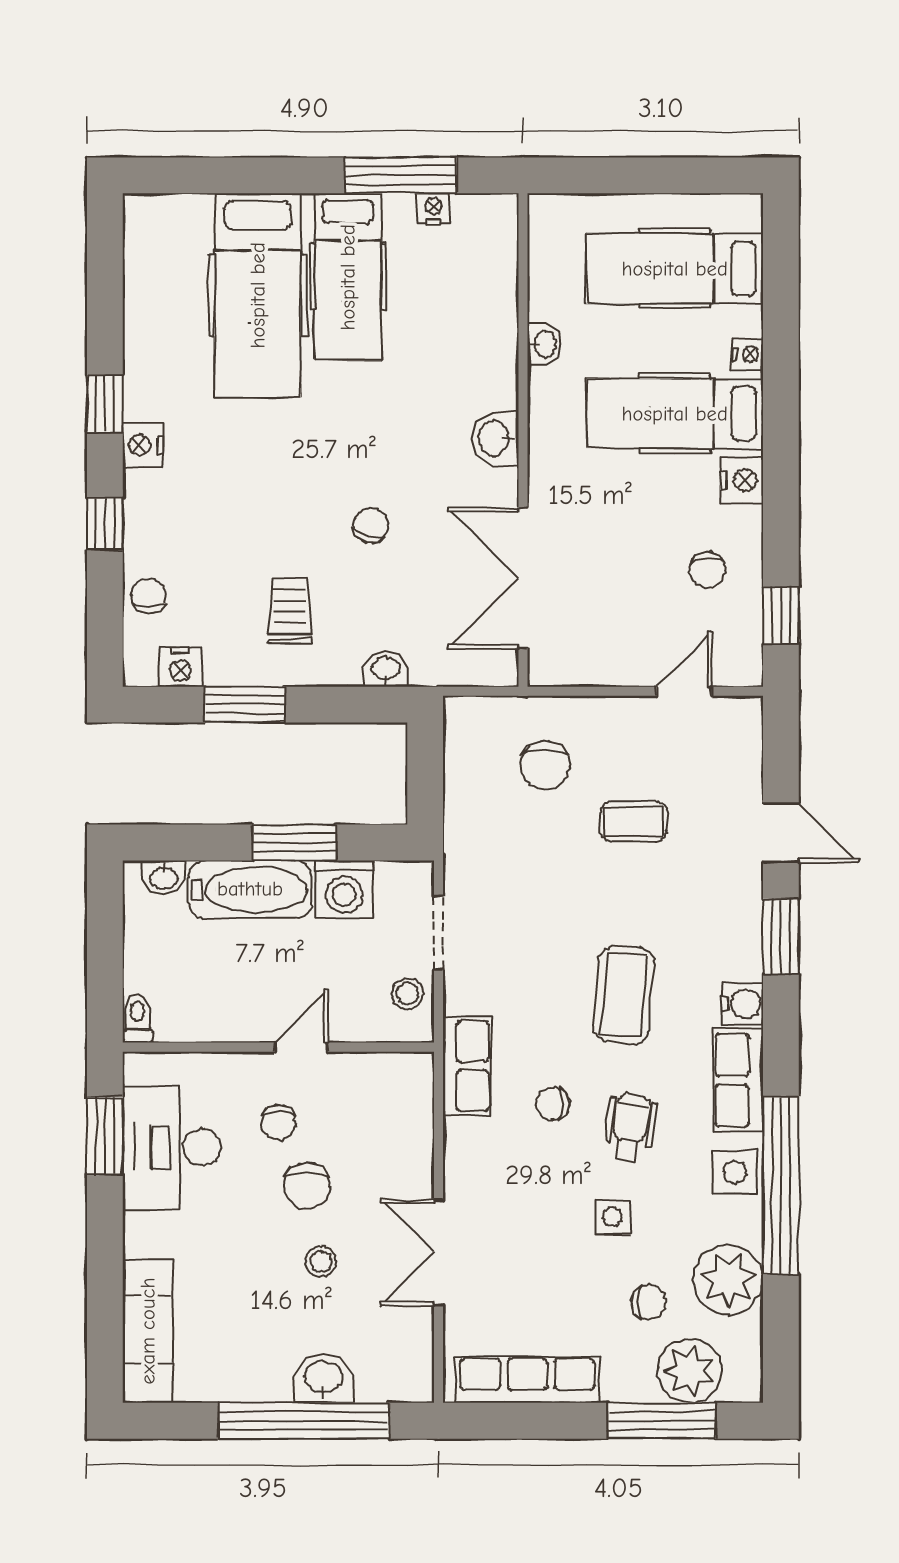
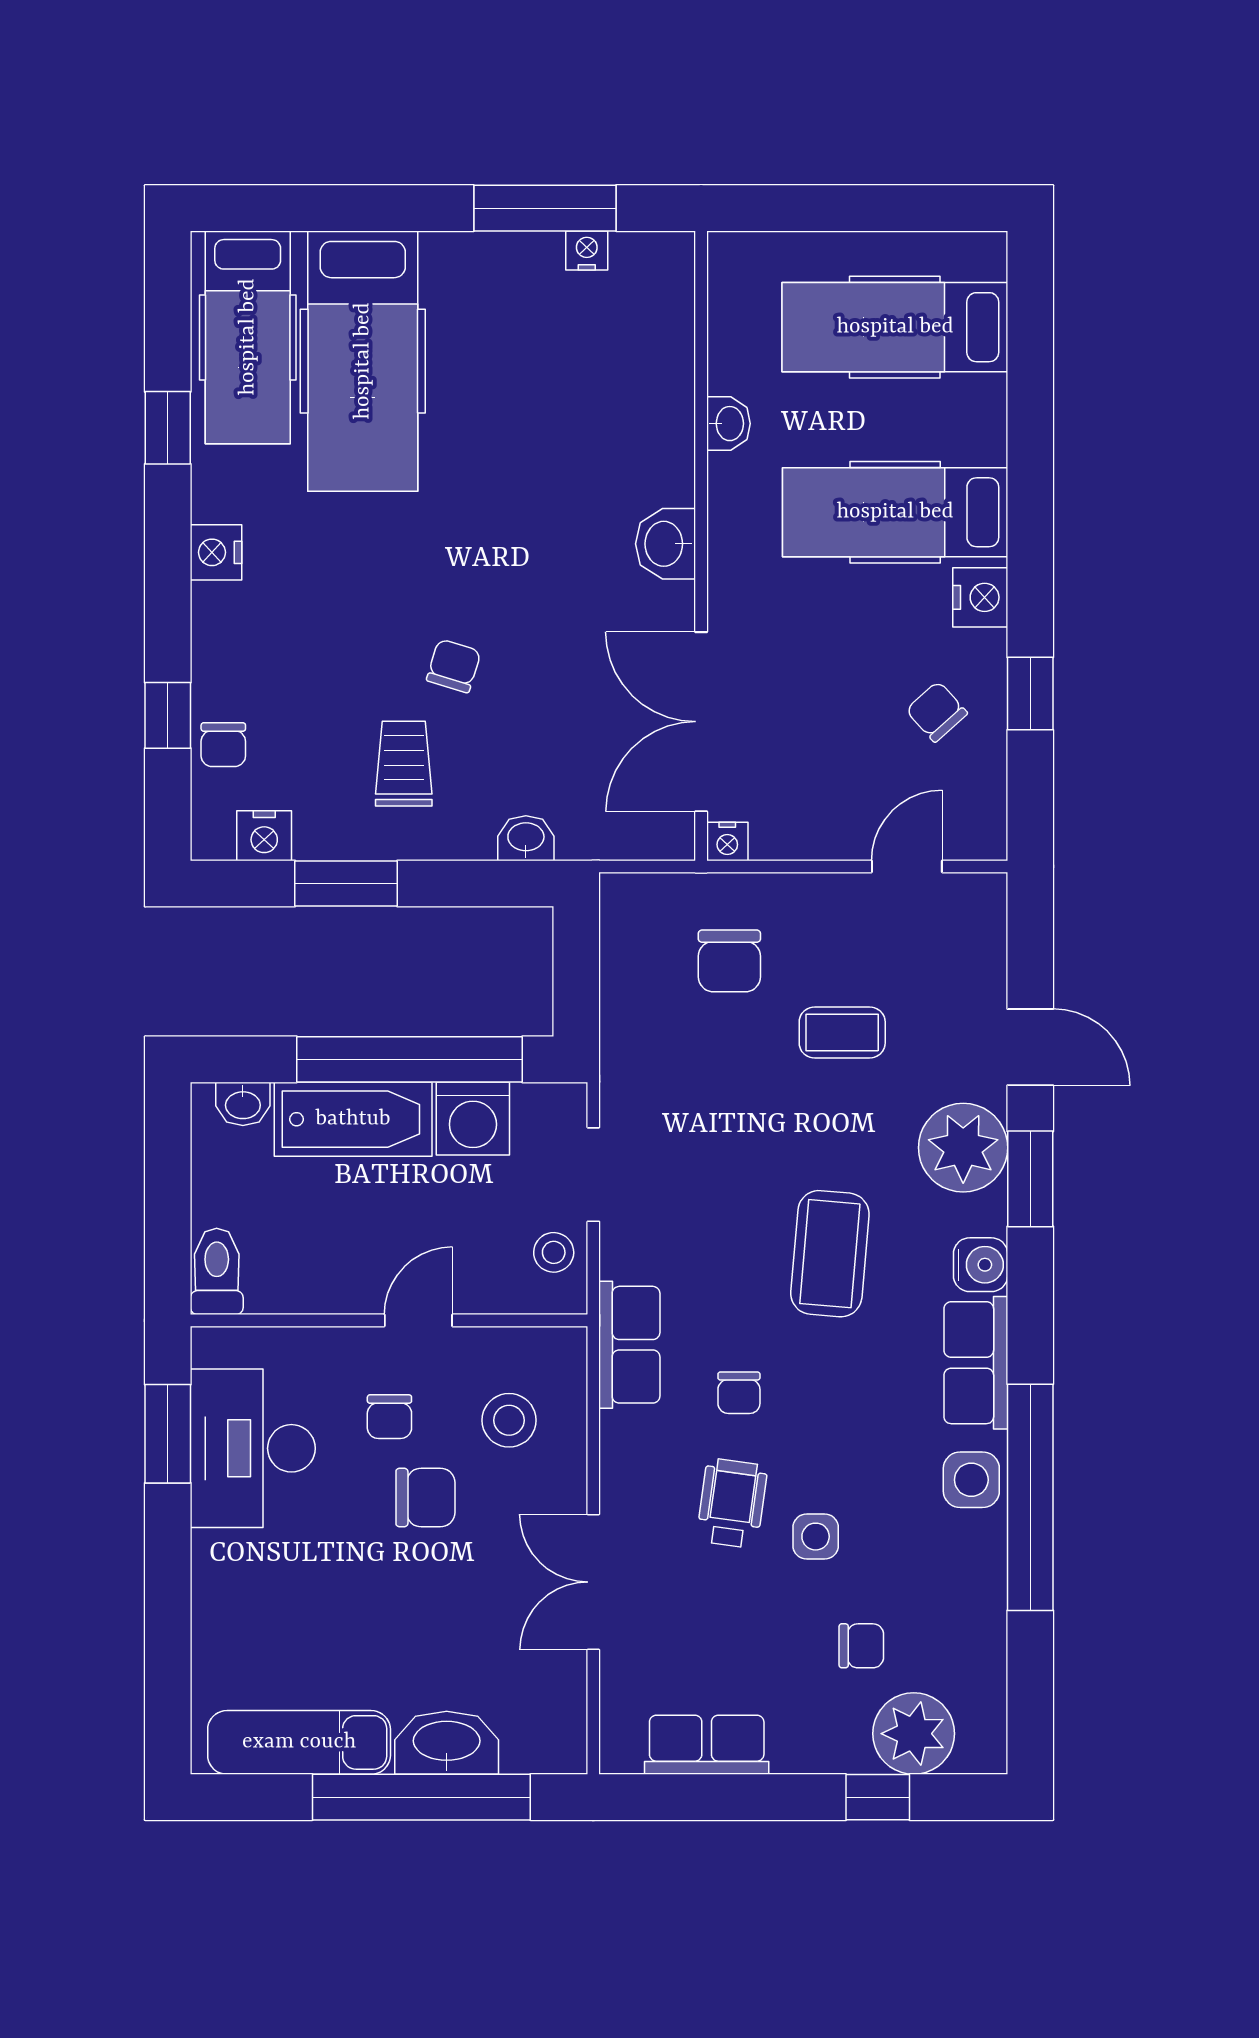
hospital bed: (348, 277) -> (248, 337), moved
nightstand: (748, 354) -> (727, 841), moved, turned 90
window: (105, 404) -> (168, 428), moved
window: (105, 524) -> (168, 715), moved
chair: (371, 525) -> (454, 666), moved
chair: (708, 570) -> (937, 712), turned 138
chair: (148, 596) -> (223, 745), turned 180
window: (781, 615) -> (1030, 694), moved
window: (294, 843) -> (409, 1059), width x2.11
toilet: (138, 1018) -> (217, 1271), width x1.37, depth x1.39
chair: (553, 1104) -> (739, 1393), turned -90
wheelchair: (630, 1128) -> (732, 1503), moved
chair: (307, 1186) -> (425, 1497), turned -90
stool: (321, 1262) -> (509, 1420), moved, width x1.37, depth x1.37
plant: (728, 1280) -> (963, 1148), moved
exam couch: (148, 1331) -> (299, 1742), moved, turned -90
washbasin: (323, 1378) -> (447, 1743), width x1.38
row of seats: (527, 1380) -> (707, 1745), width x0.68
window: (661, 1421) -> (878, 1797), width x0.46

